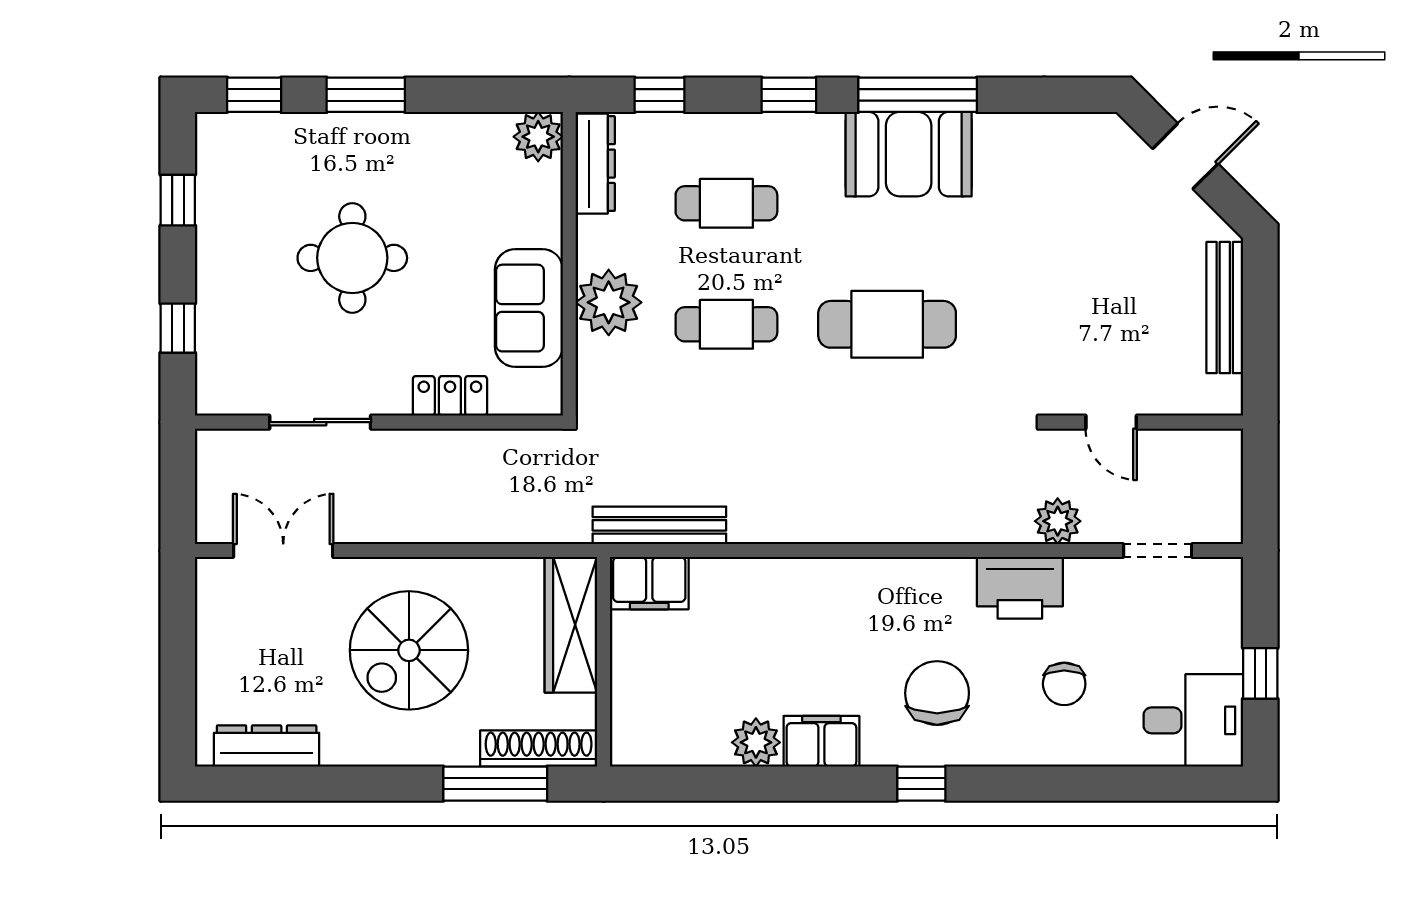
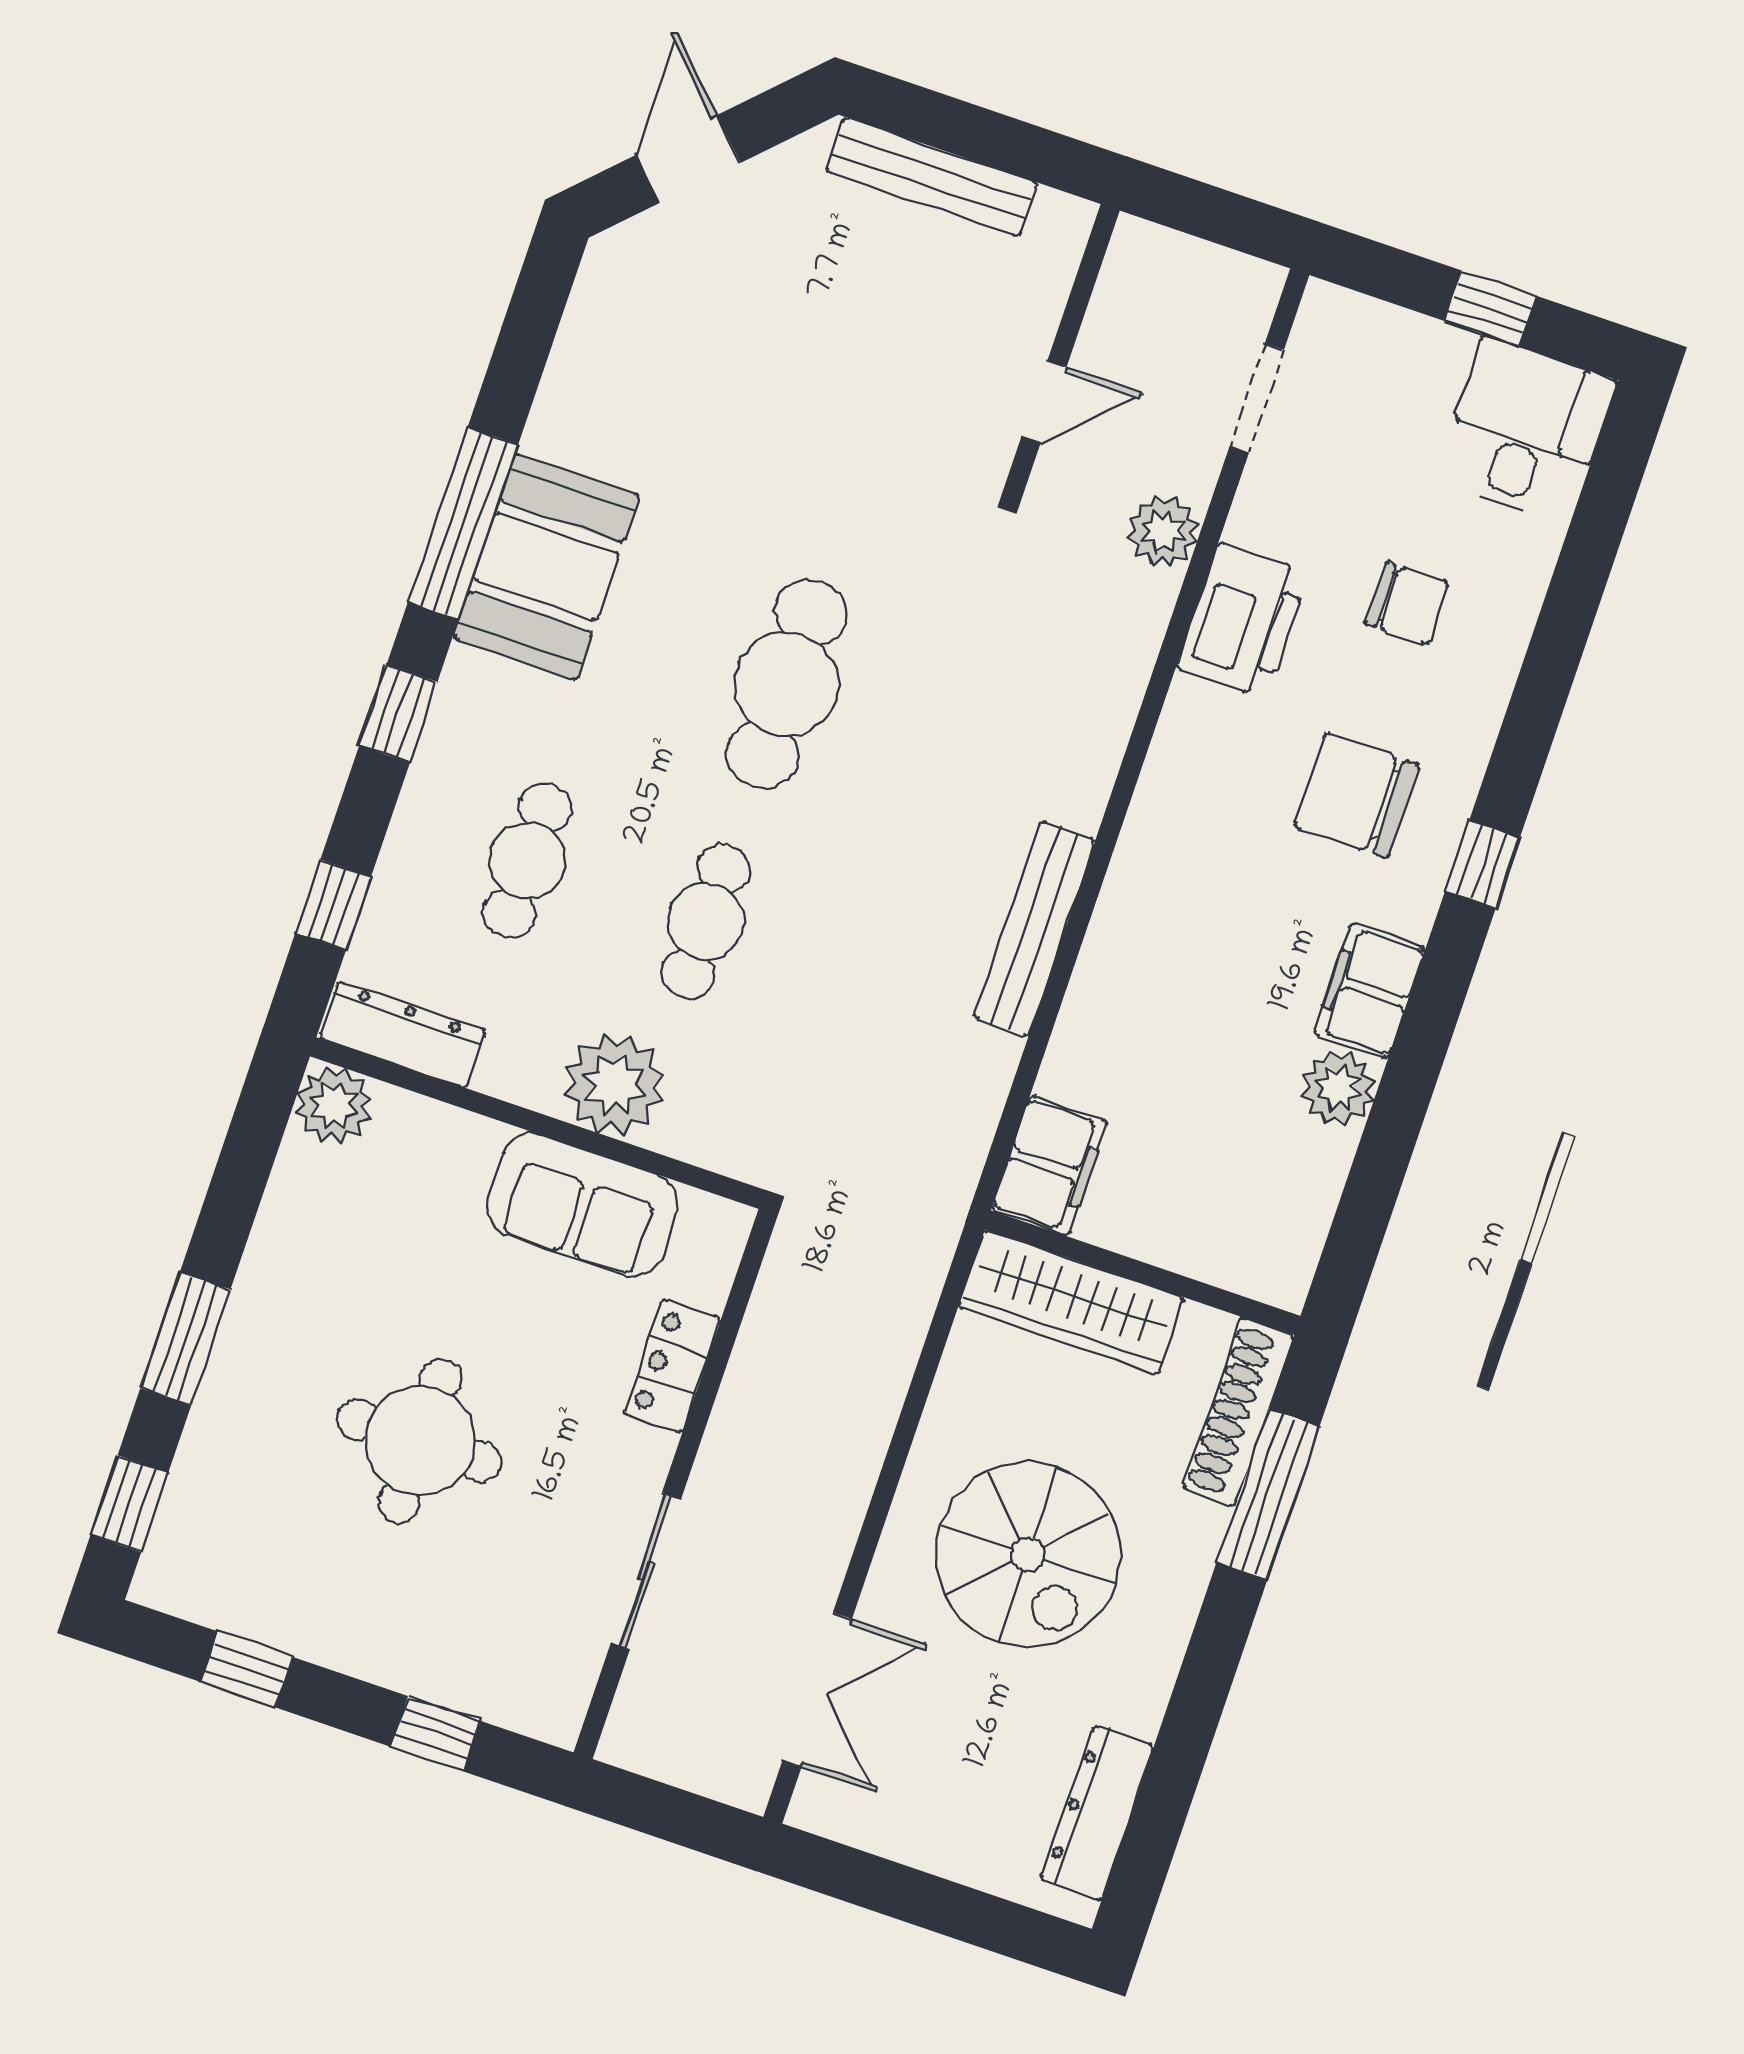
bench: (659, 525) -> (1035, 929), moved
double door: (283, 550) -> (817, 1690), swing flipped

